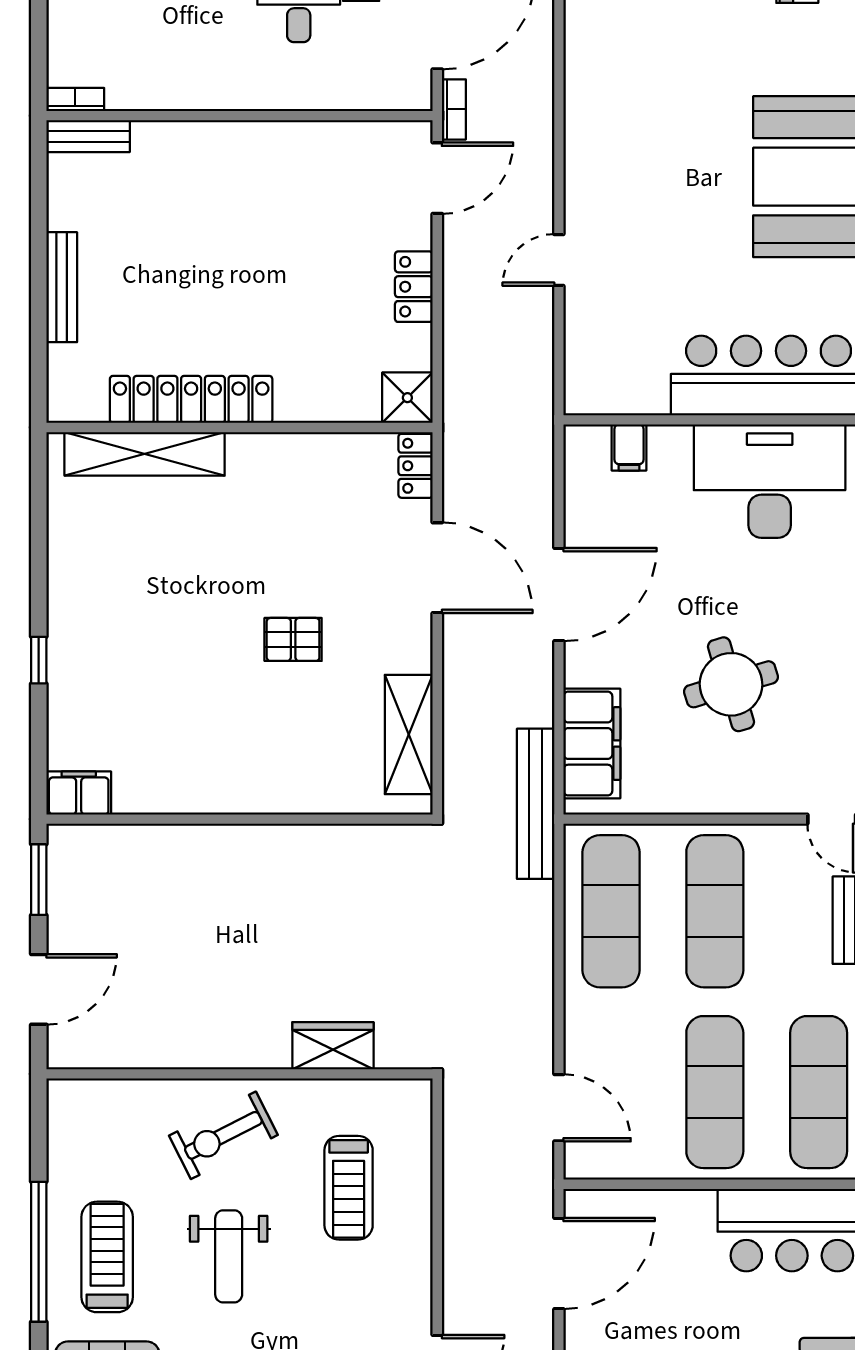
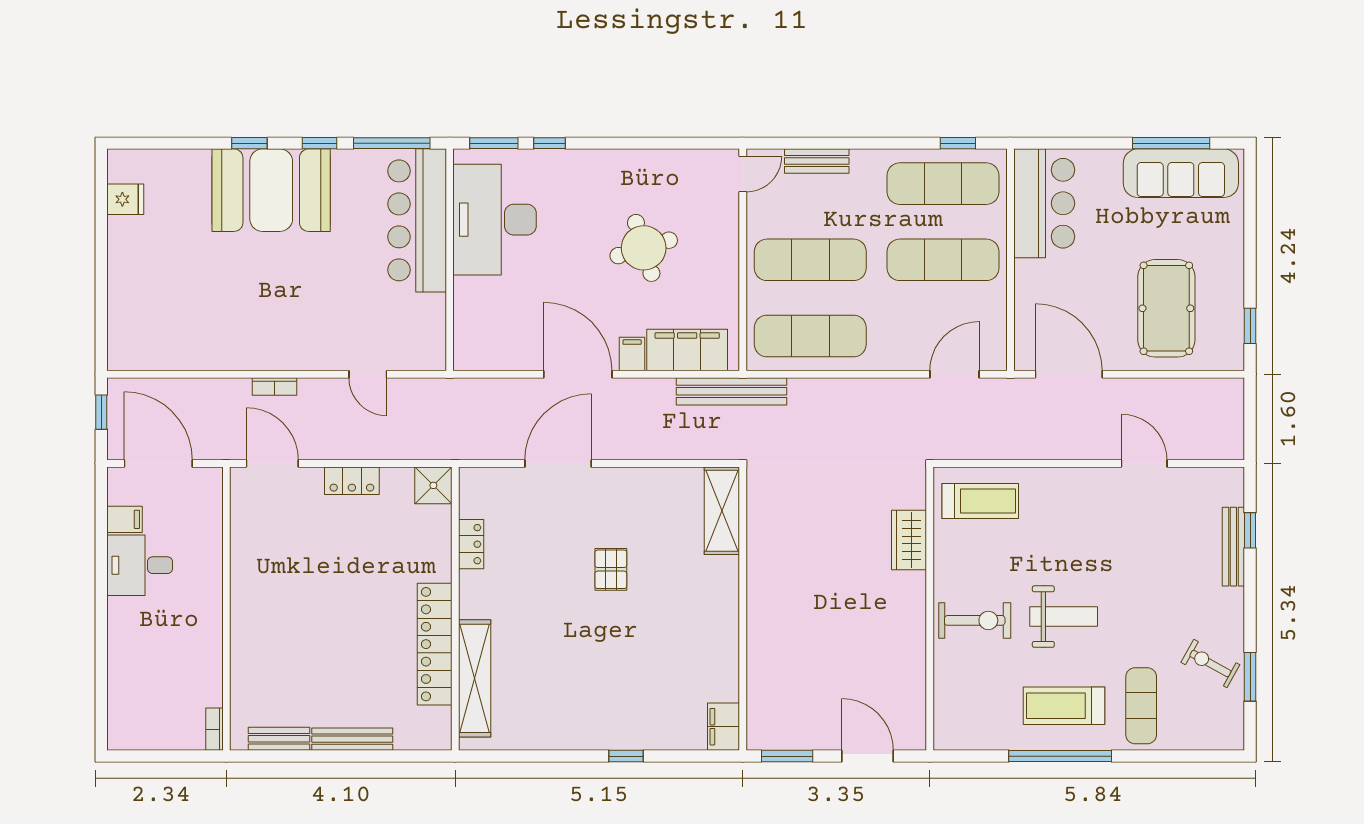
bookcase: (454, 109) -> (274, 386), moved, turned 180
bench: (88, 136) -> (279, 739), moved, turned 90
door: (559, 260) -> (368, 374), moved
filing cabinet: (629, 447) -> (632, 354), moved, turned -90
locker: (416, 466) -> (471, 544), moved, turned -90
shelving: (409, 735) -> (722, 511), moved, turned 90
exercise bike: (223, 1135) -> (975, 620), turned -63
treadmill: (349, 1188) -> (980, 501), moved

